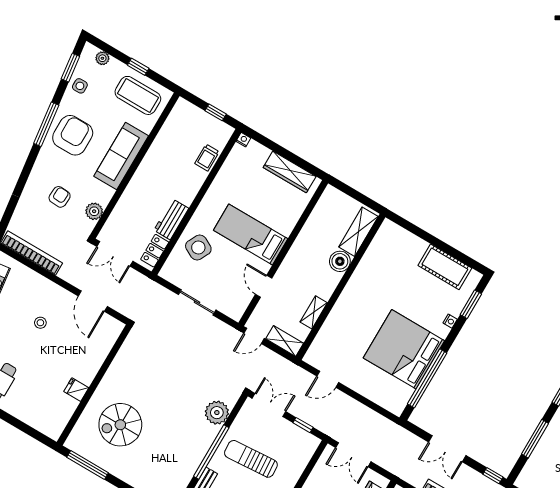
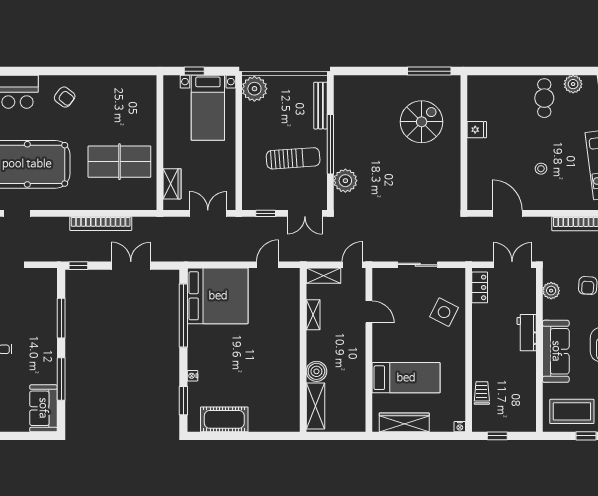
workbench: (171, 219) -> (527, 333), moved, turned 180
bed: (251, 234) -> (406, 378), moved
bed: (404, 349) -> (218, 296), moved

